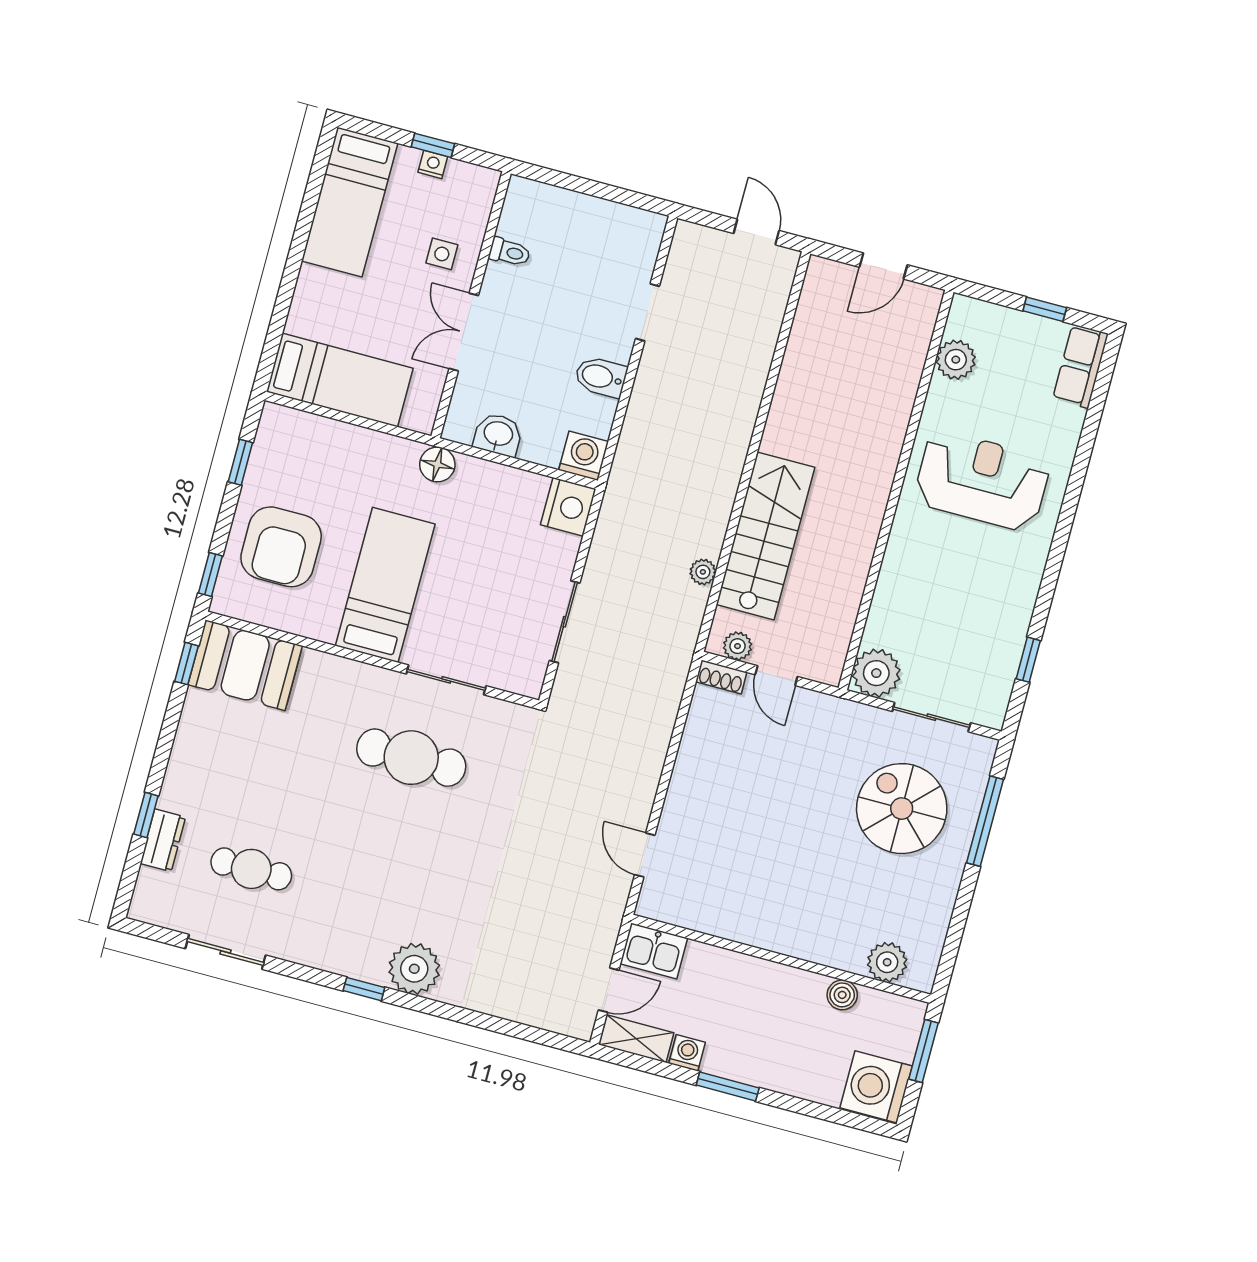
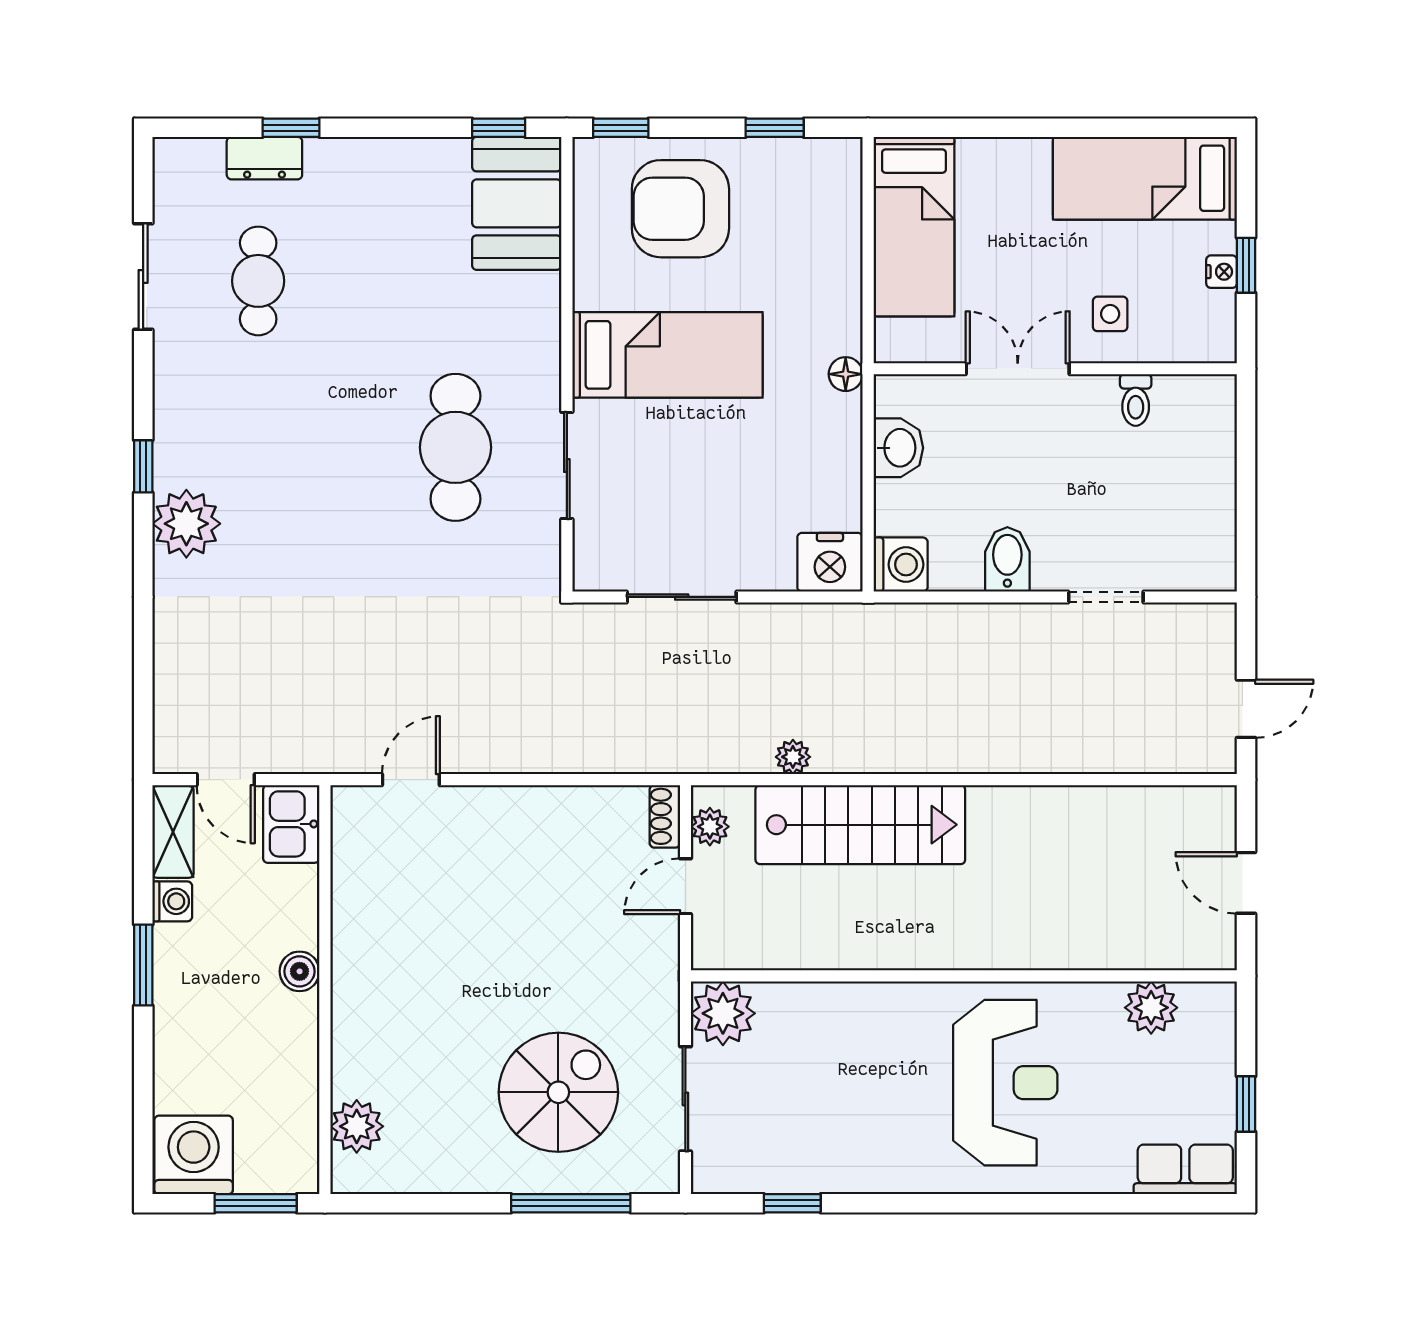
floor lamp: (437, 464) -> (846, 374), width x0.73, depth x0.73
boiler: (842, 995) -> (300, 971), moved

